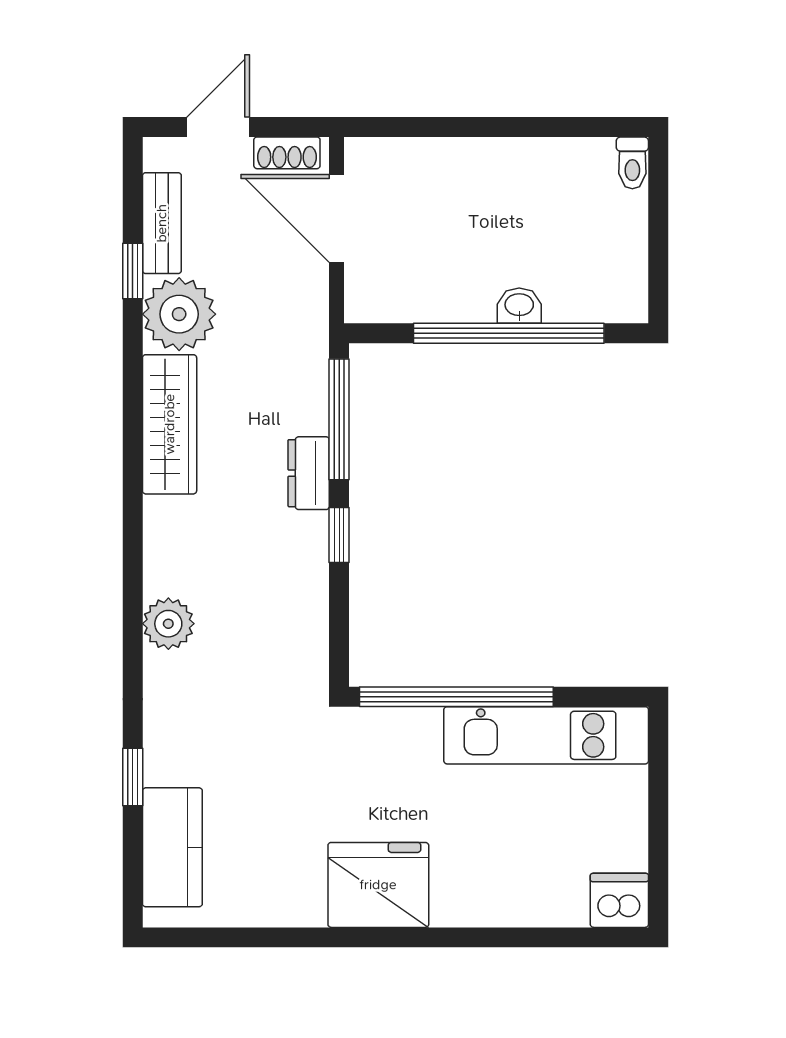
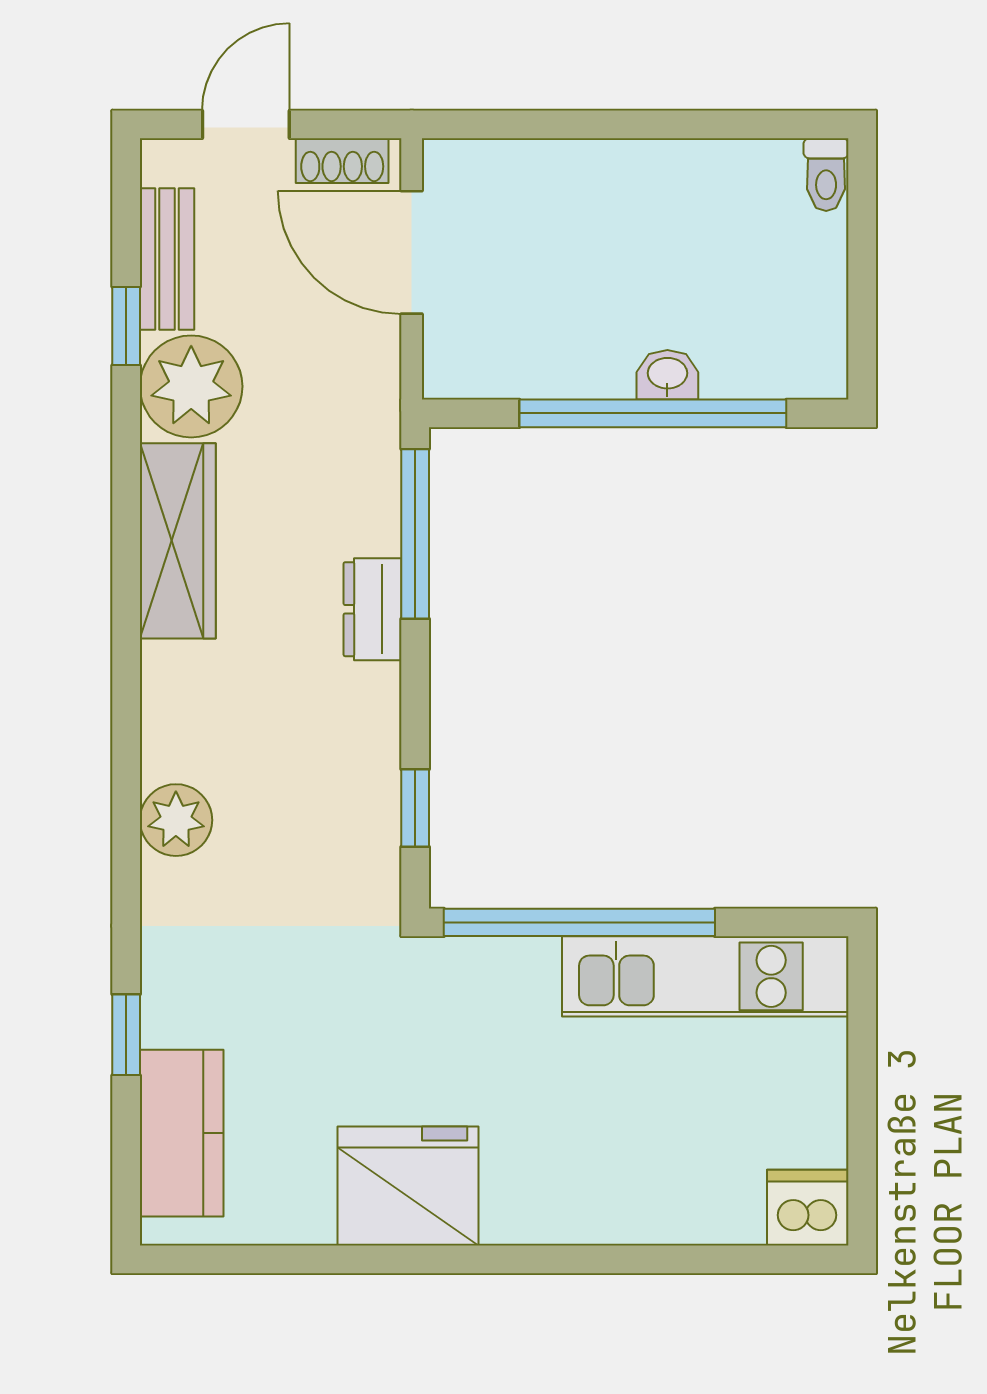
window: (339, 535) -> (415, 808), moved
fridge: (378, 885) -> (408, 1186), moved

